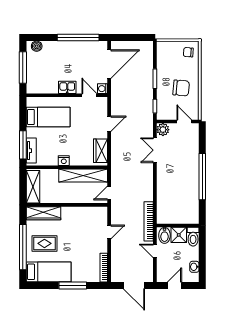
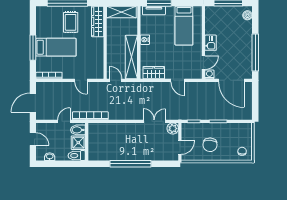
bed: (49, 272) -> (56, 47), moved, turned -90

